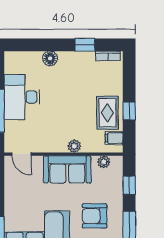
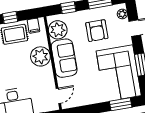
plant: (74, 146) -> (40, 56), width x1.87, depth x1.87
plant: (104, 162) -> (58, 30), width x1.88, depth x1.88

